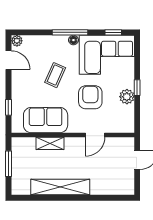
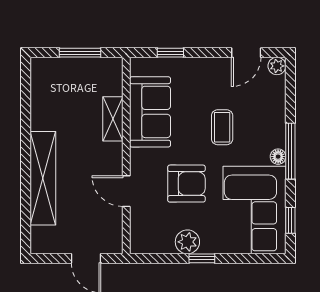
coffee table: (55, 75) -> (222, 127), turned 66
shelving: (60, 187) -> (43, 178), moved

